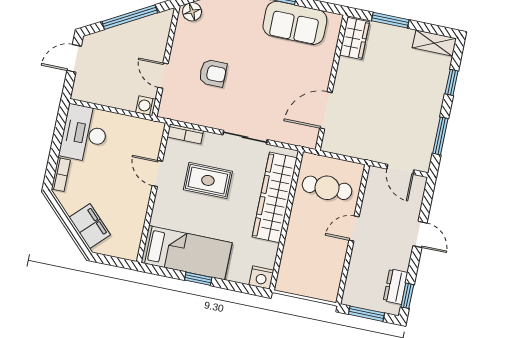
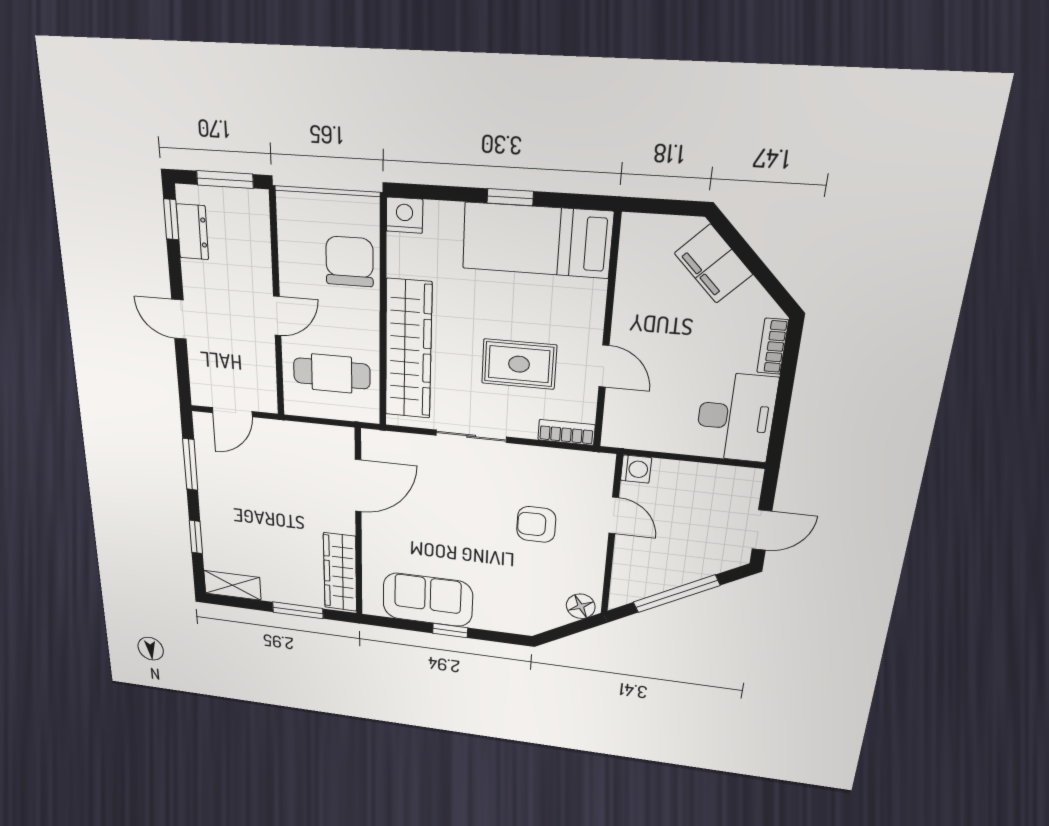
wardrobe: (354, 38) -> (340, 572), width x1.50
door: (400, 169) -> (232, 412), swing flipped
chair: (300, 255) -> (350, 261), added

